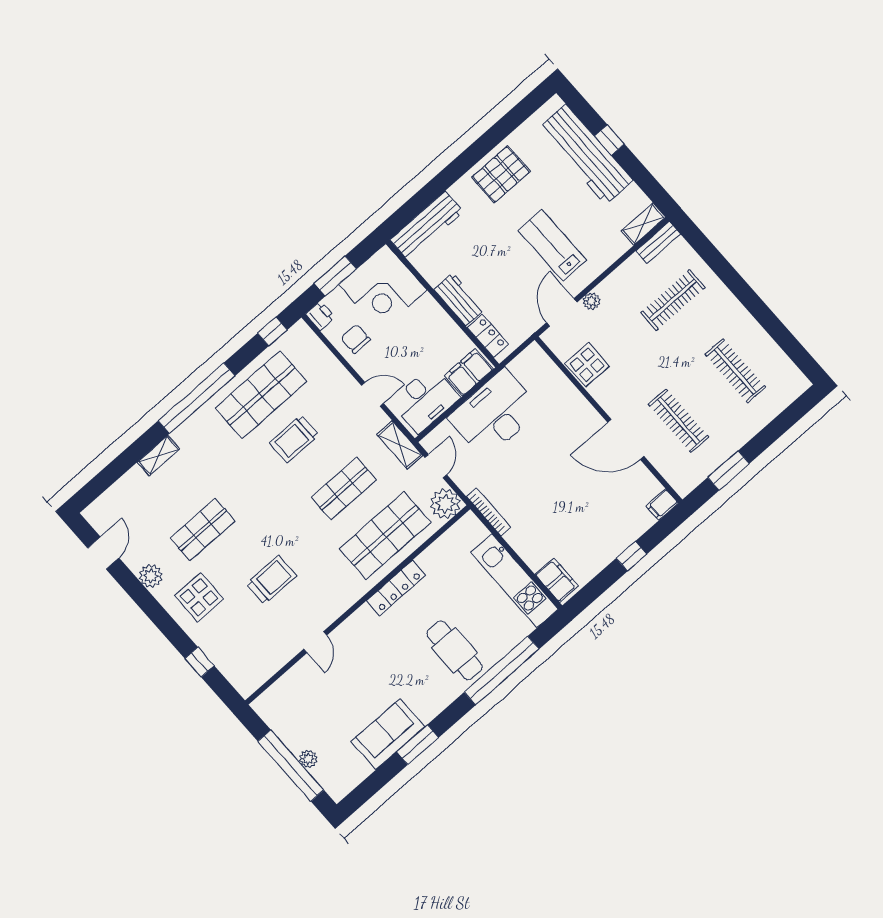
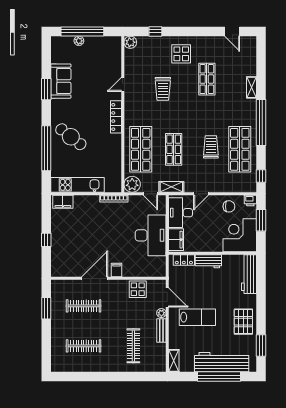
window: (513, 120) -> (261, 345), added
window: (609, 140) -> (219, 377), width x3.17
bench: (658, 242) -> (161, 331), moved
filing cabinet: (662, 504) -> (117, 270), moved
plant: (151, 576) -> (130, 42), moved
locker: (396, 588) -> (116, 117), moved
door: (315, 642) -> (123, 84), hinge flipped
cafe table: (455, 650) -> (71, 137), turned 38

